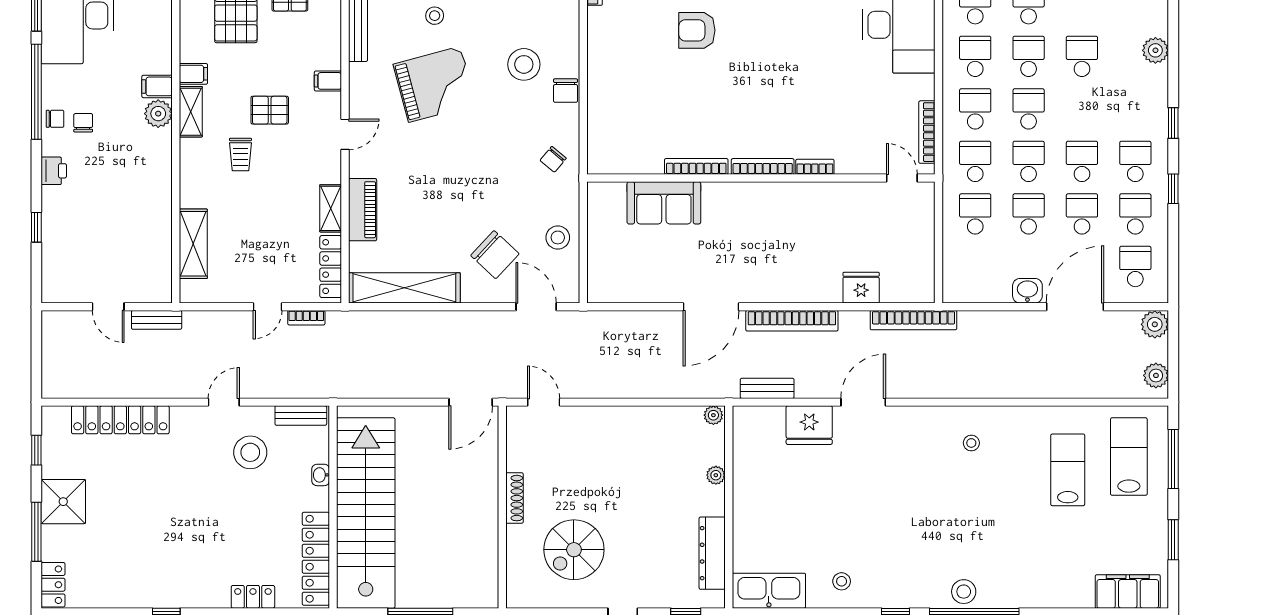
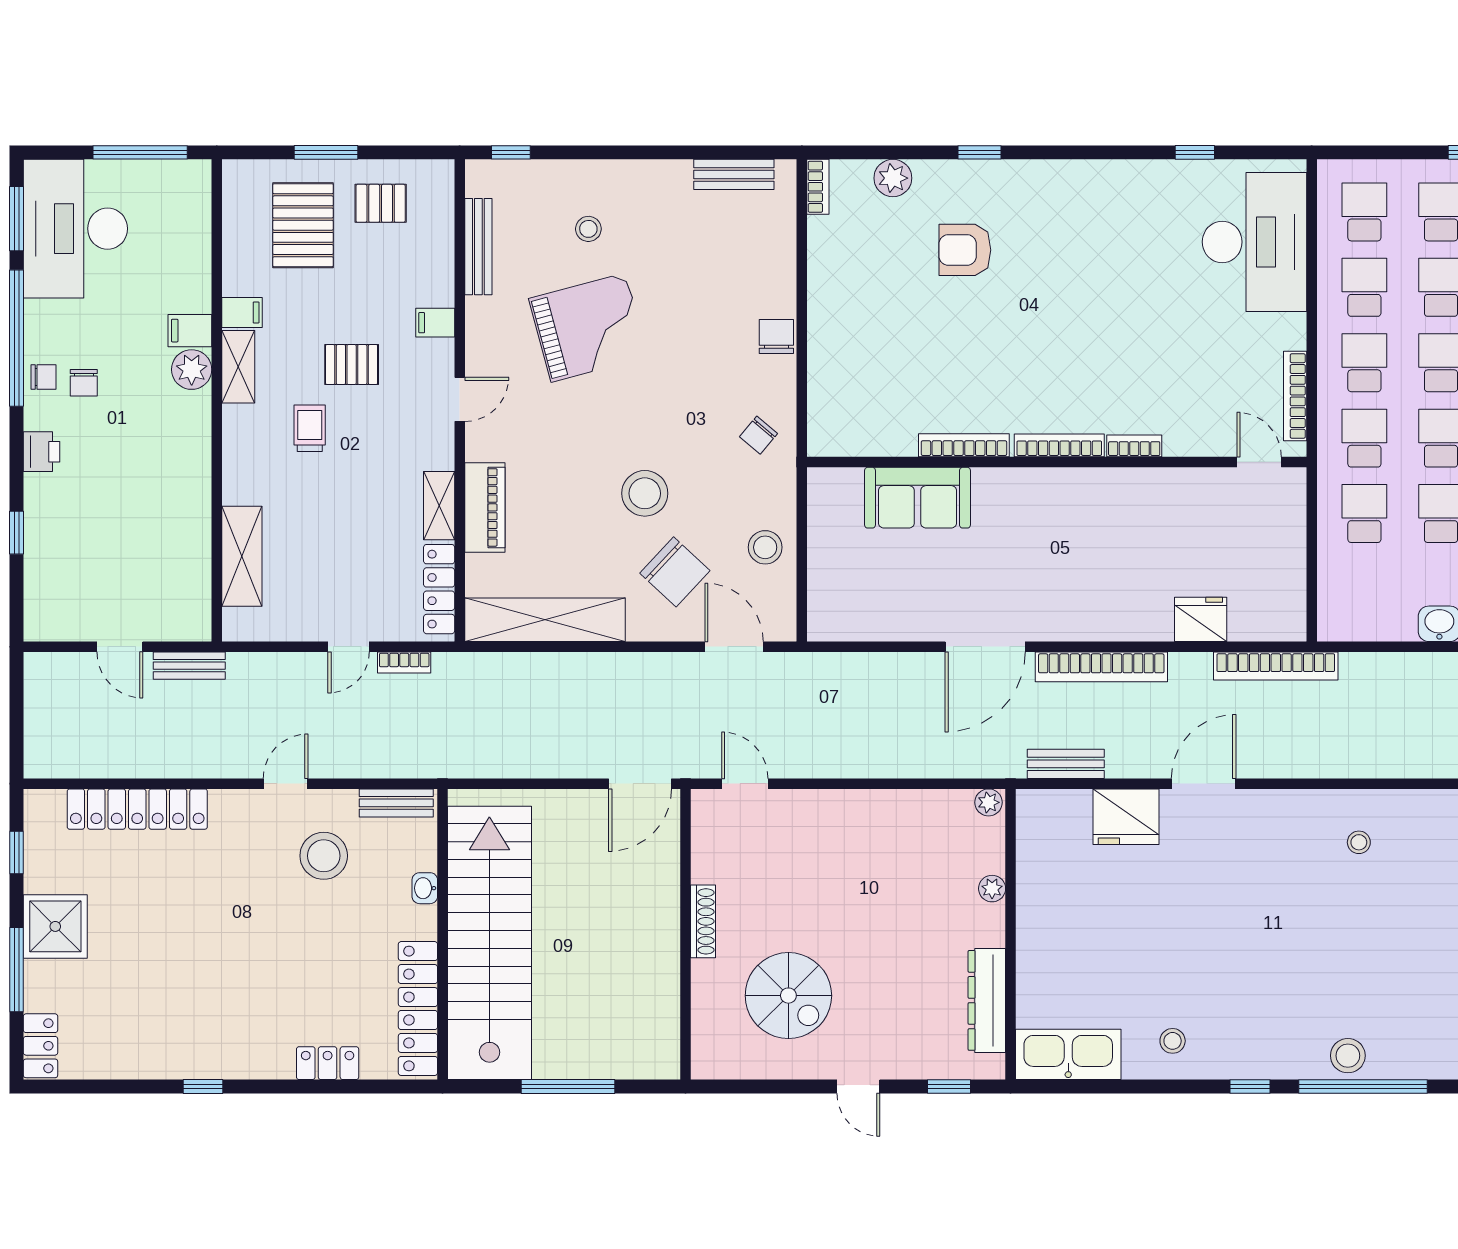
stool: (524, 64) -> (645, 493), moved
chair: (566, 91) -> (776, 336), turned 180
chair: (83, 123) -> (84, 383), turned 180
trolley: (240, 155) -> (310, 428), turned 180
spiral stairs: (574, 550) -> (788, 996), turned -90

